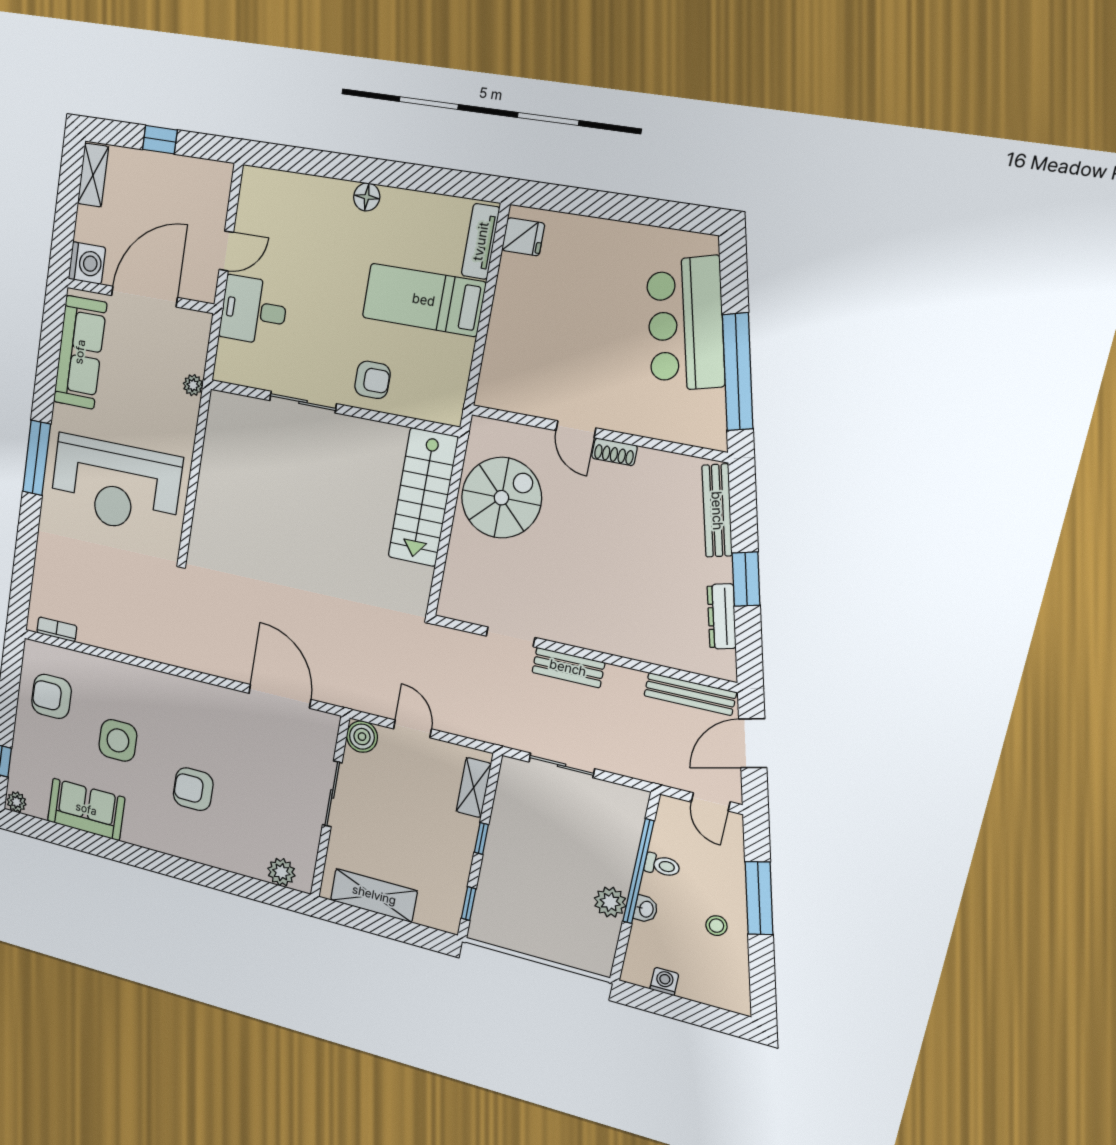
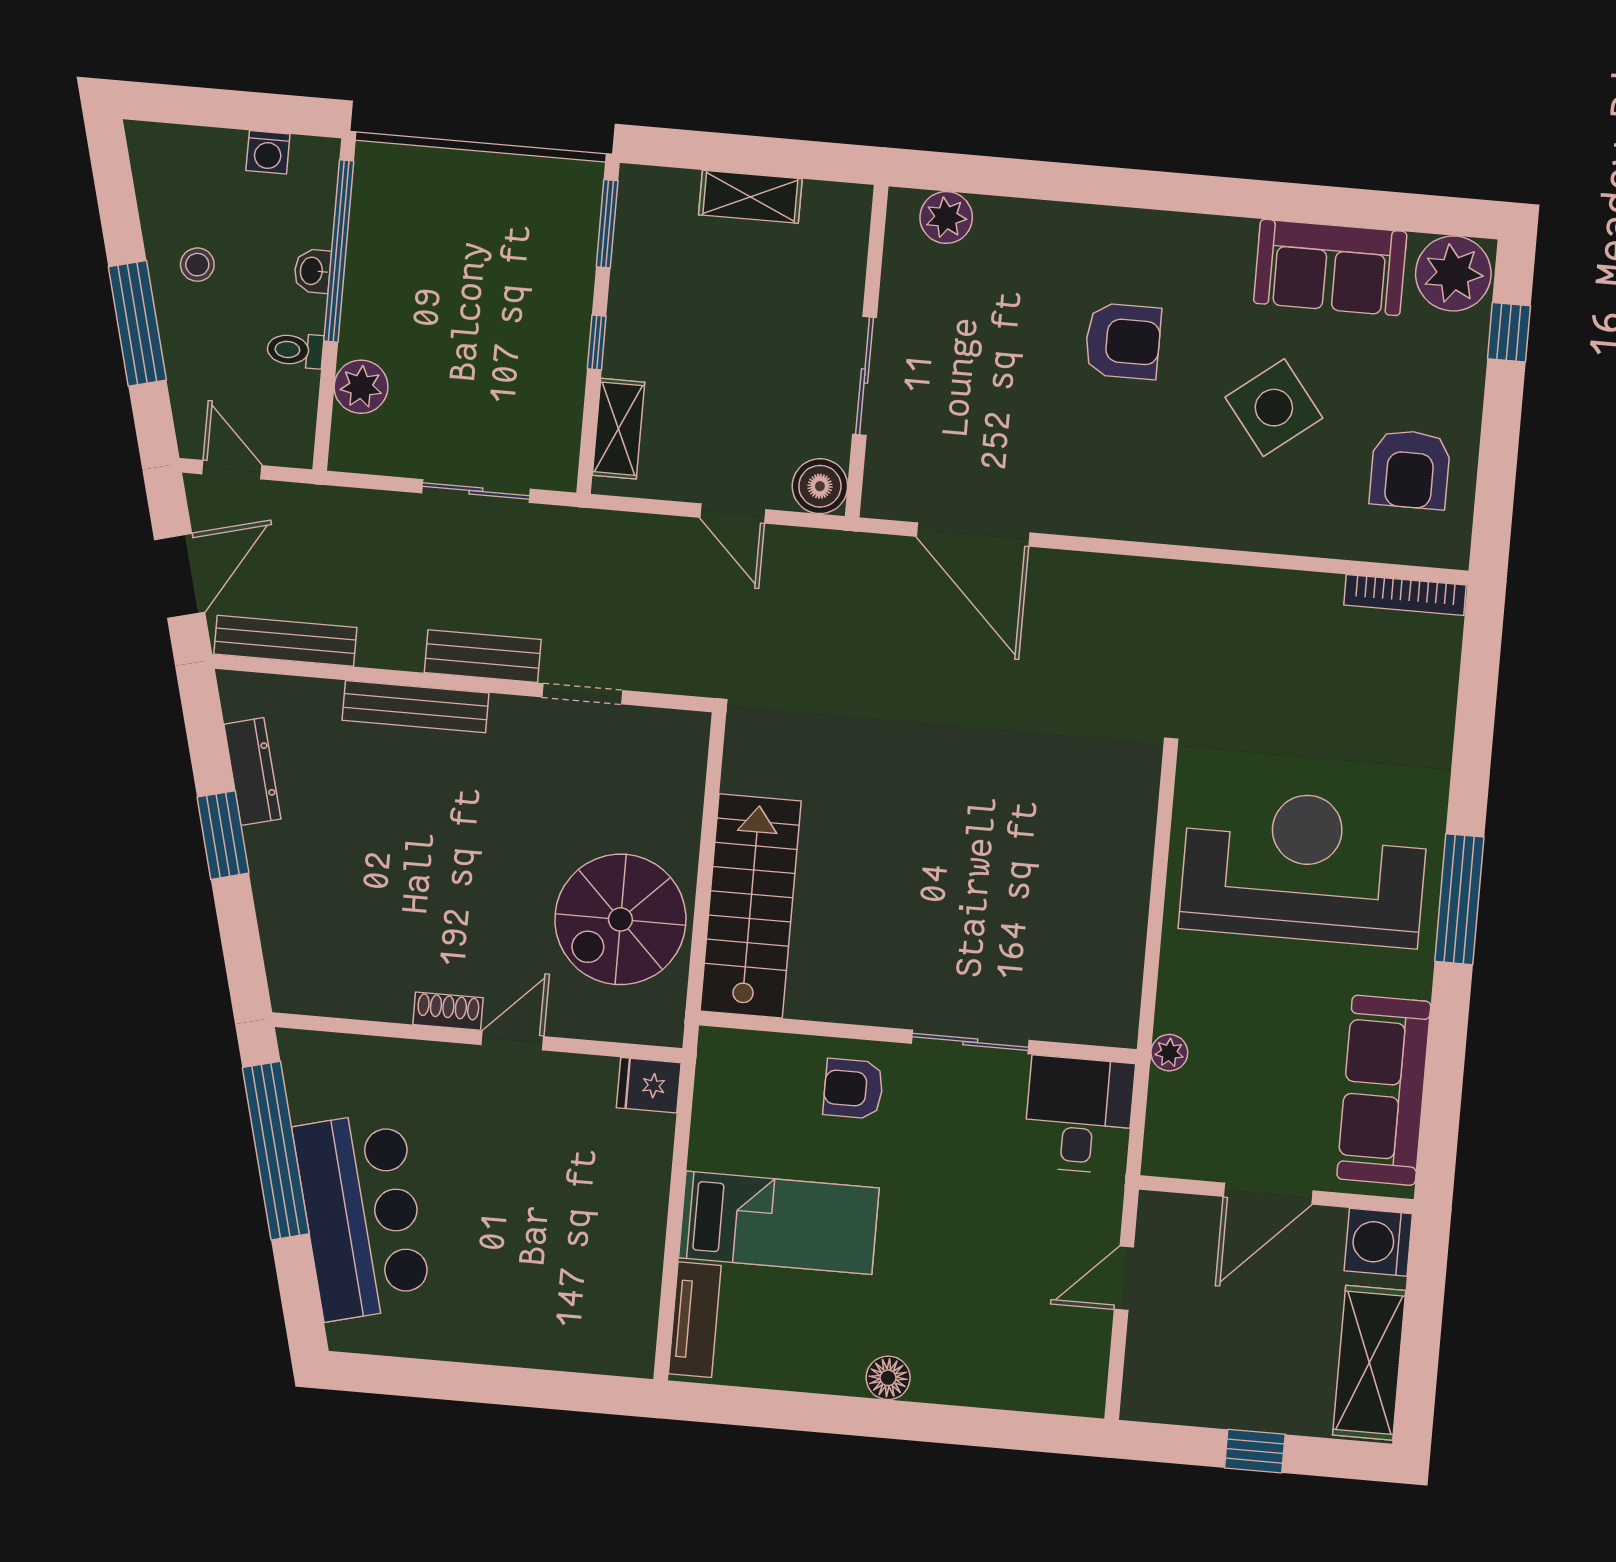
shelving: (93, 175) -> (1369, 1363), width x1.50, depth x1.33
fridge: (523, 237) -> (649, 1085), moved
door: (144, 297) -> (1268, 1194), width x0.73
desk: (254, 310) -> (1079, 1115), moved, turned -90
door: (576, 429) -> (512, 1041), hinge flipped
bench: (717, 511) -> (415, 707), moved, turned -76
bookcase: (57, 629) -> (1405, 595), width x1.56
armchair: (51, 696) -> (1410, 469), turned 90
side table: (118, 740) -> (1274, 408), turned -38
plant: (16, 802) -> (1453, 273), width x1.87, depth x1.87
window: (638, 871) -> (339, 251), moved
shelving: (374, 895) -> (750, 197), width x0.67, depth x0.75
plant: (610, 902) -> (361, 387), moved
window: (469, 904) -> (607, 224), width x1.50

